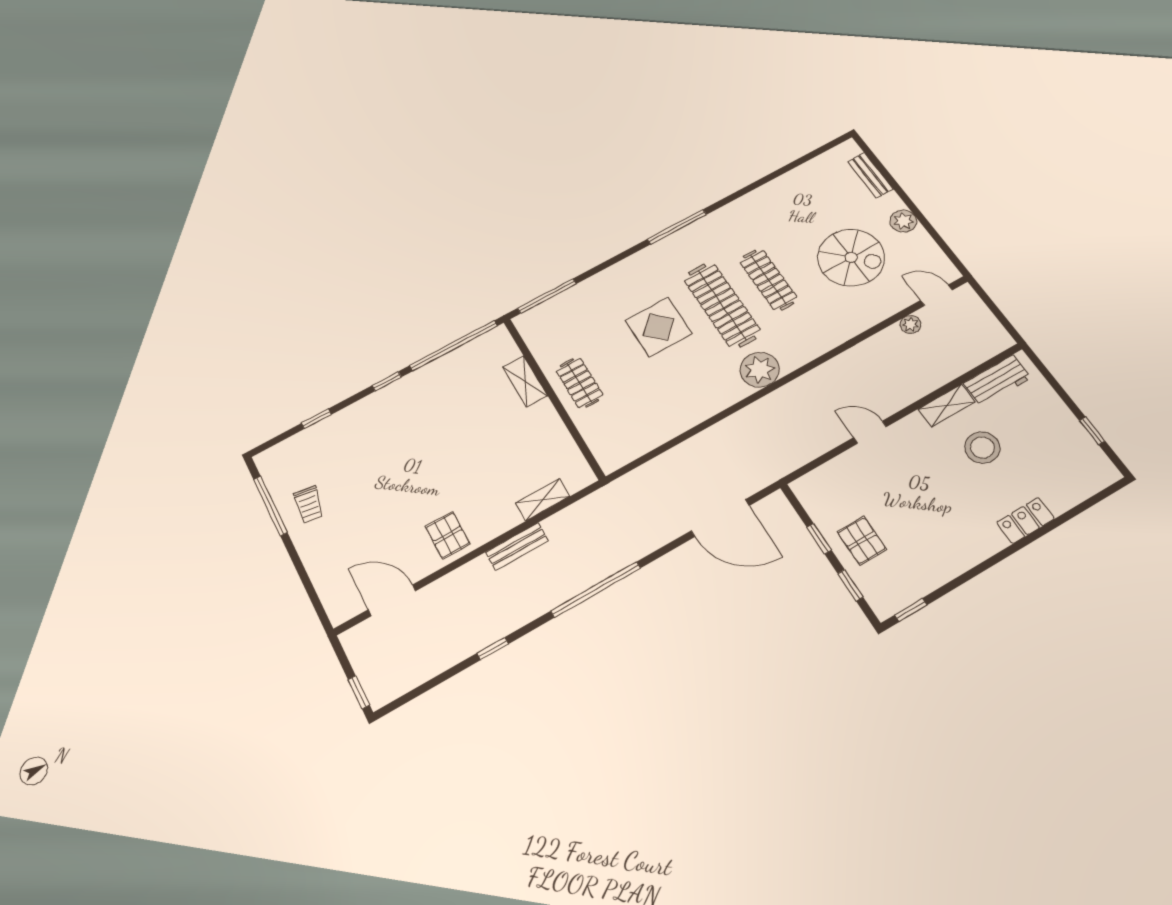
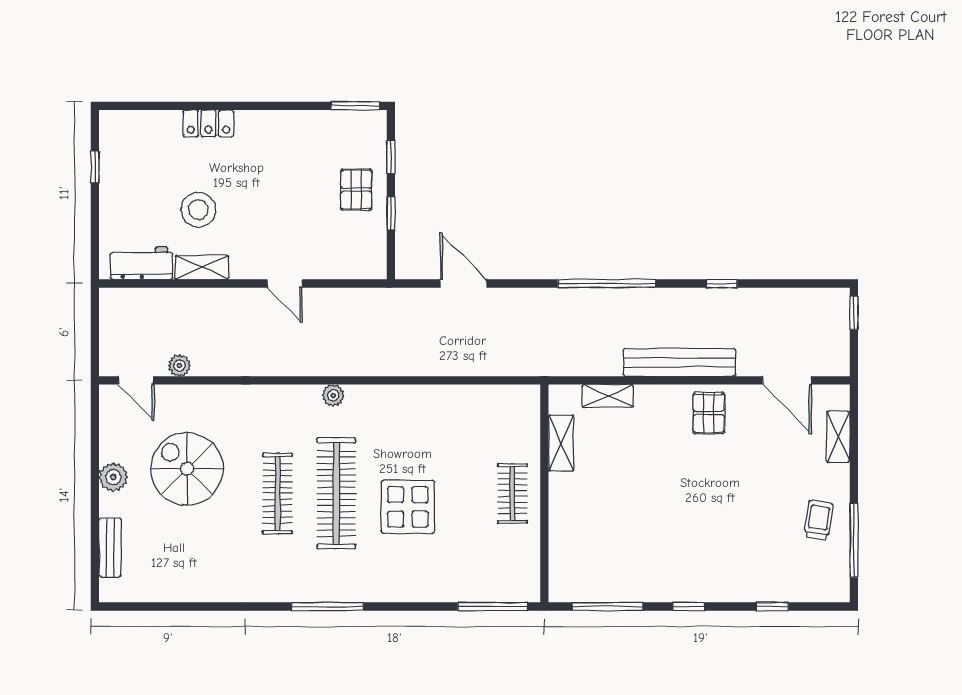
window: (454, 346) -> (608, 607), width x0.68
plant: (760, 370) -> (333, 395), width x0.53, depth x0.53
shelving: (525, 381) -> (561, 443), moved
door: (720, 518) -> (463, 284), width x0.73
bench: (517, 546) -> (679, 362), width x1.86, depth x1.21
shelving: (323, 580) -> (838, 437), added
window: (911, 610) -> (355, 106), width x1.50

